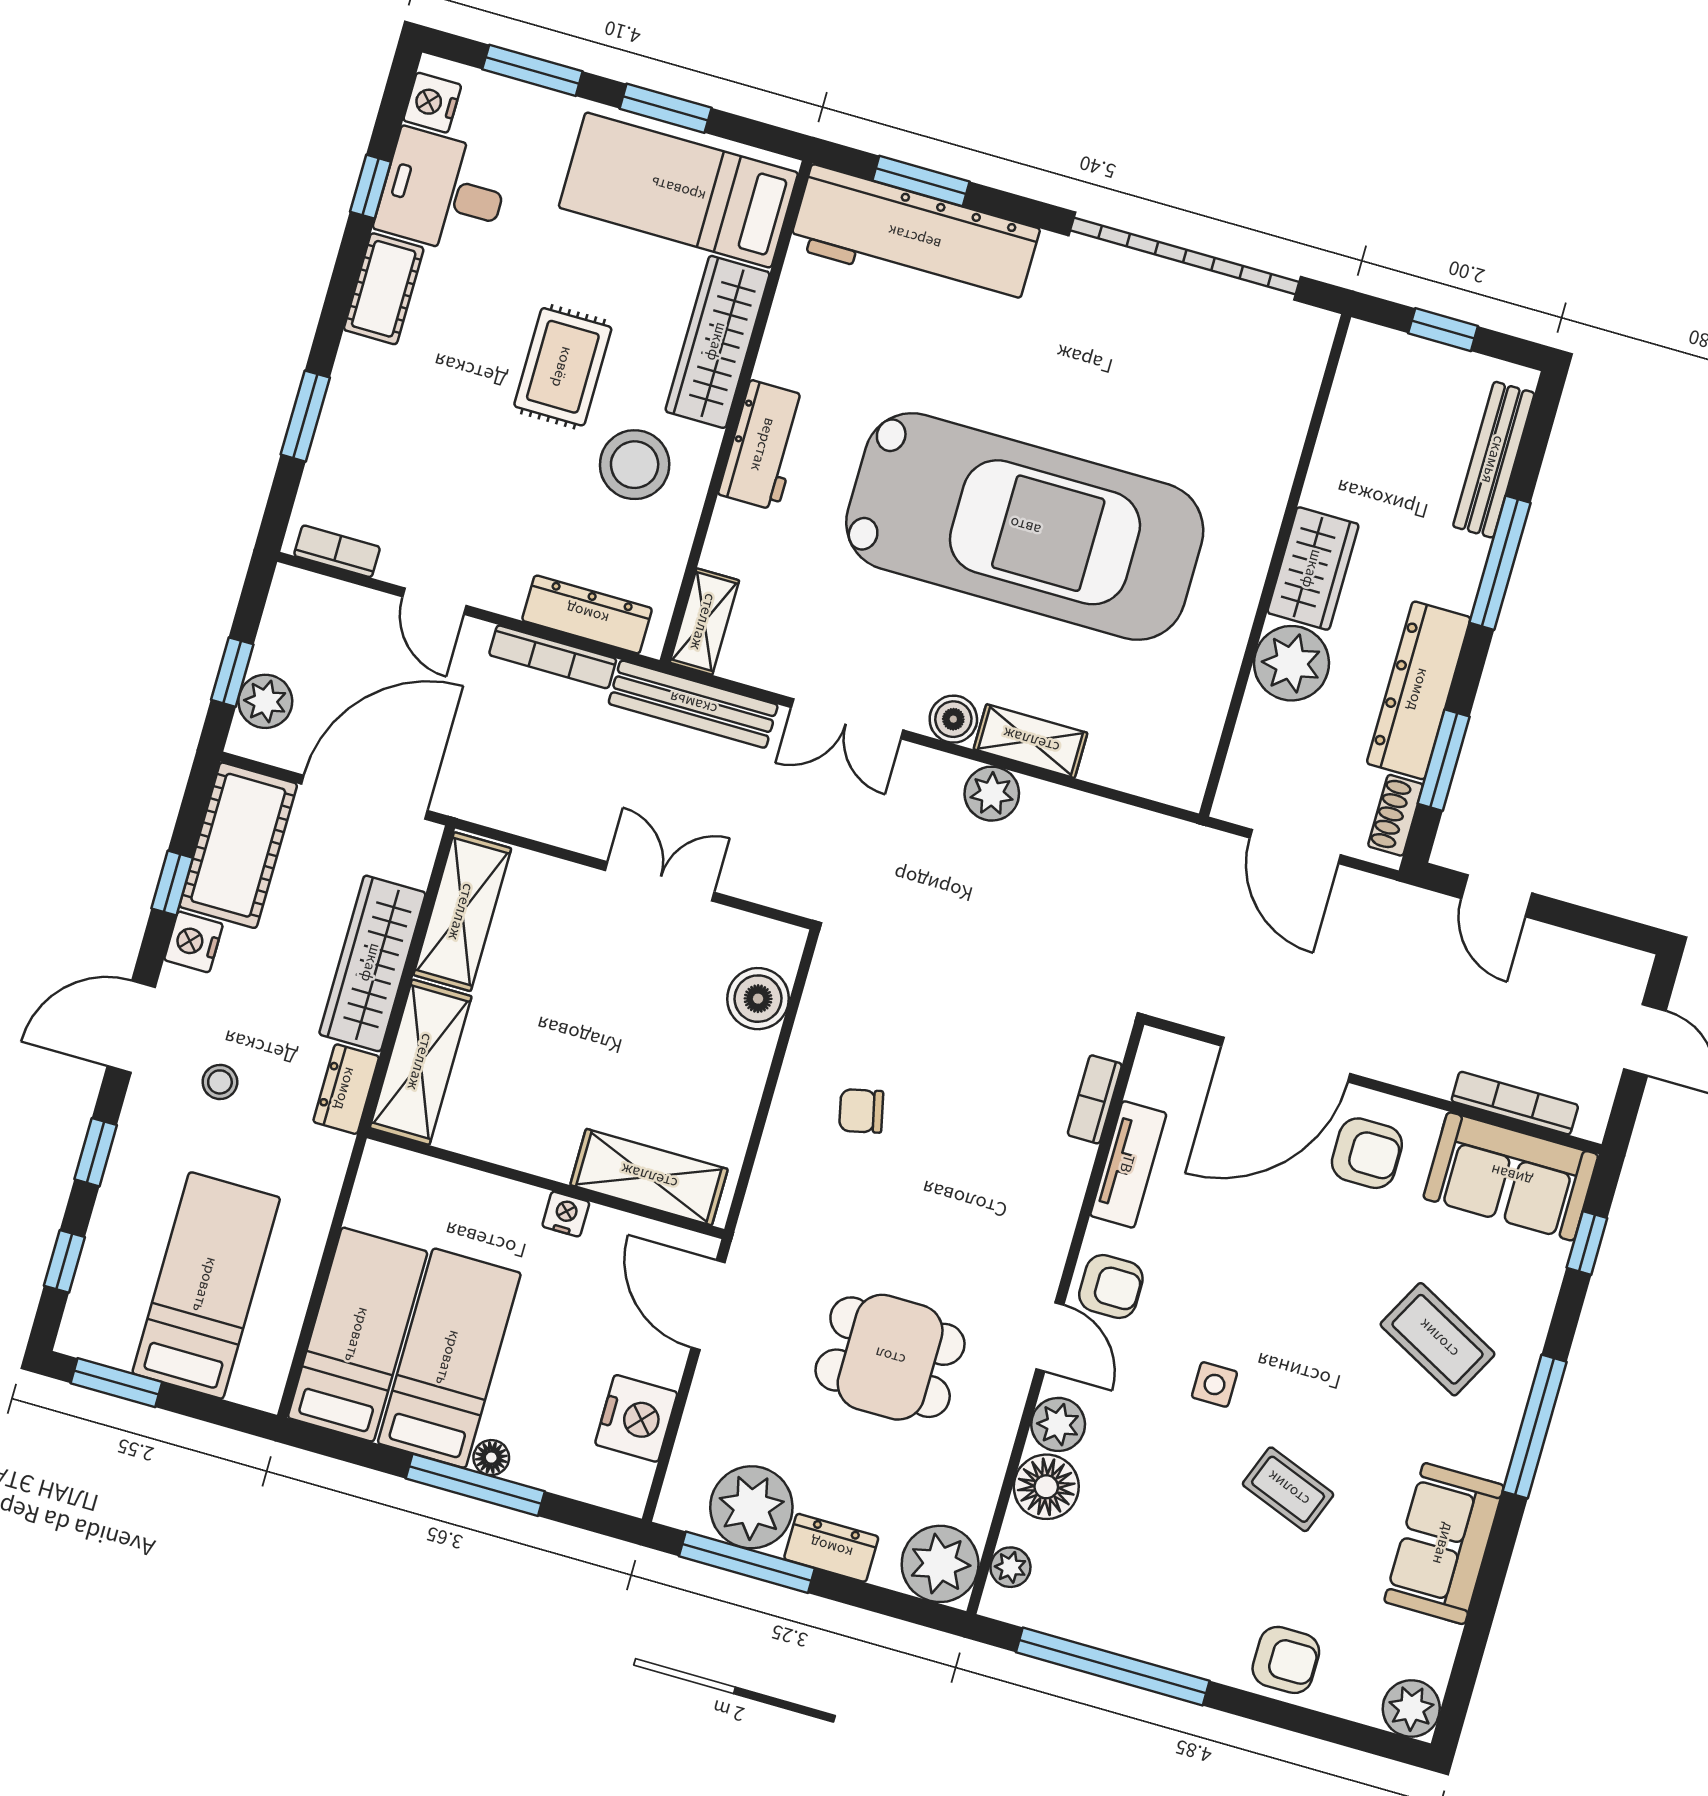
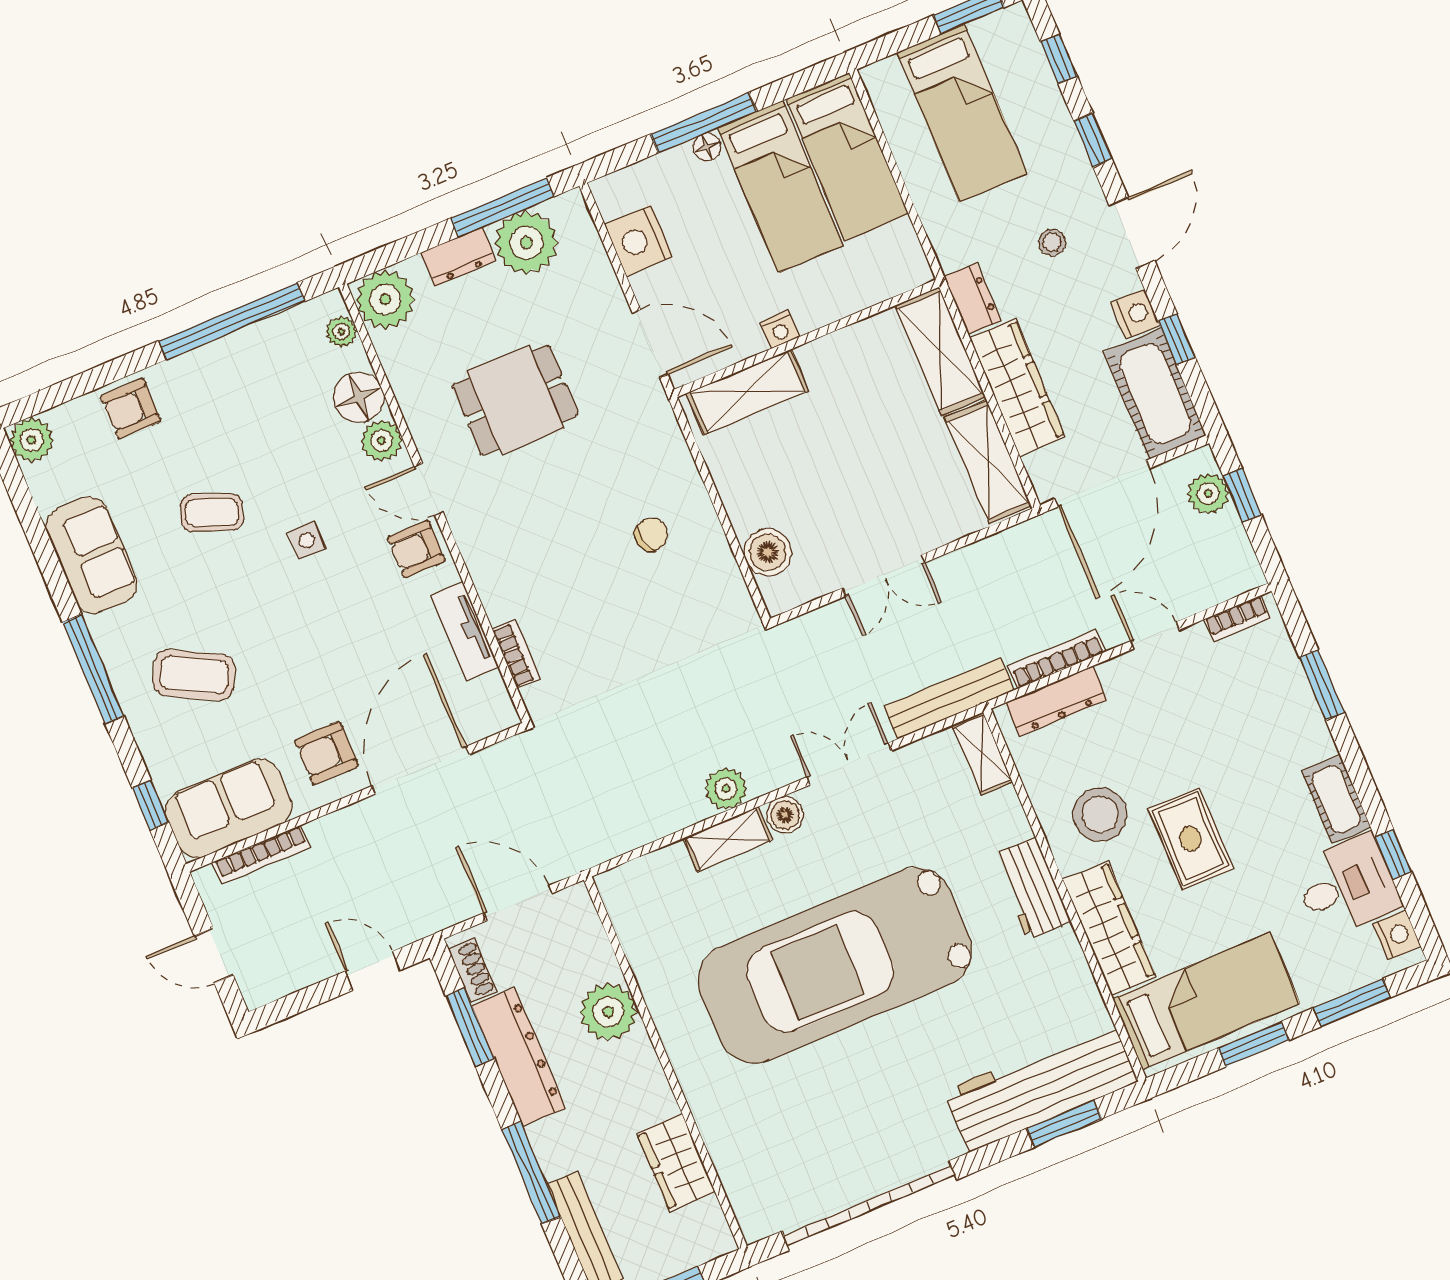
wardrobe: (1313, 569) -> (676, 1163), moved

